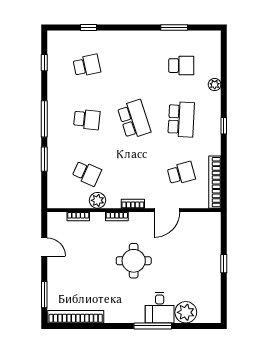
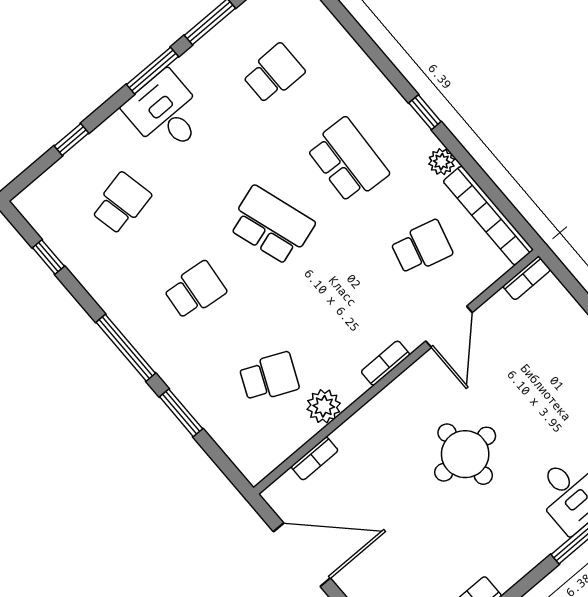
window: (139, 27) -> (153, 71), added
desk: (130, 47) -> (166, 113), added
plant: (215, 85) -> (442, 162), moved
school desk: (181, 173) -> (422, 247), turned 30
bookcase: (117, 216) -> (527, 278), moved
door: (44, 247) -> (302, 555), width x1.87

